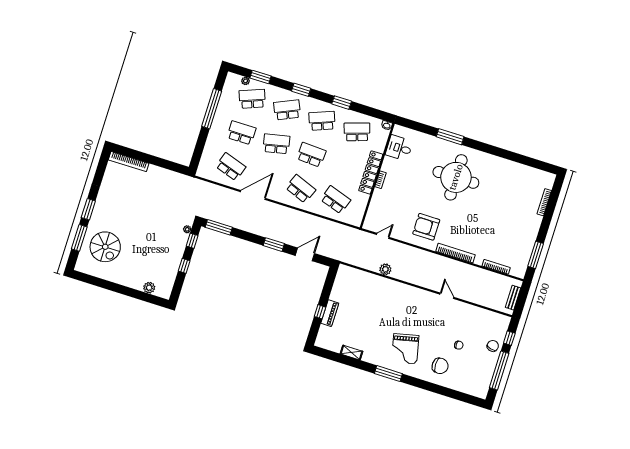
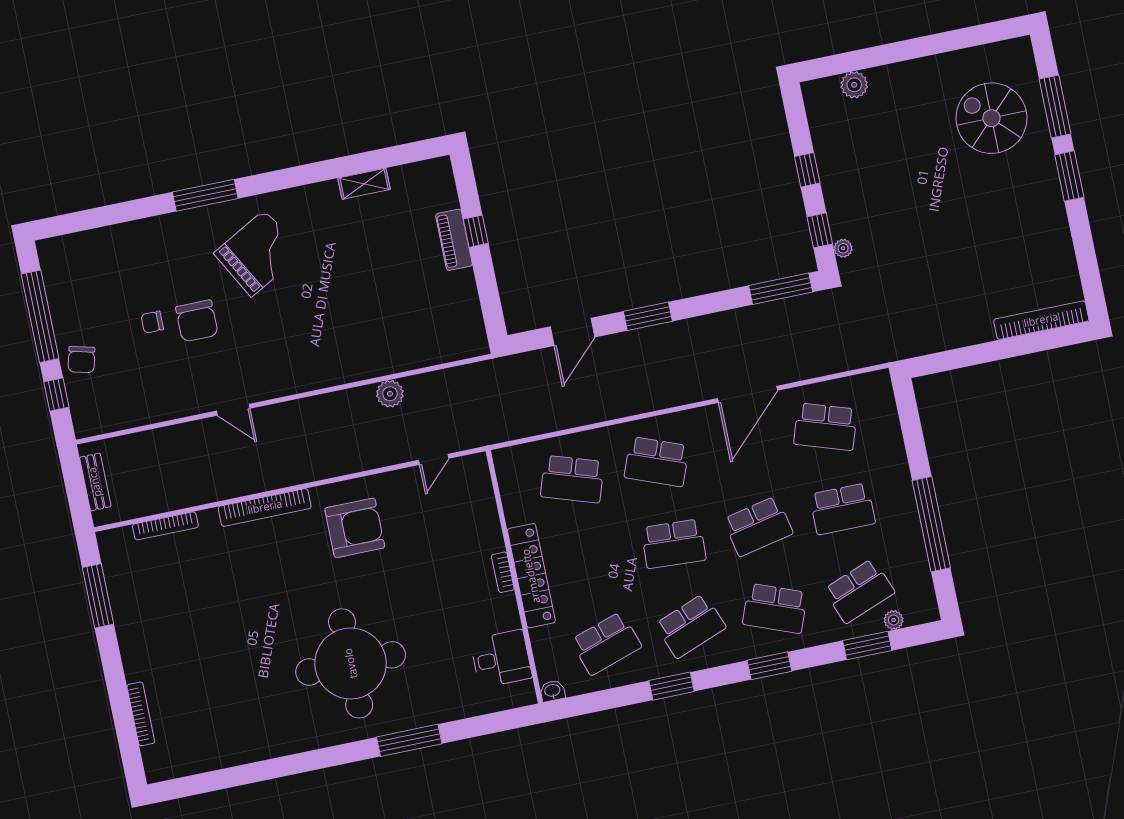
school desk: (287, 110) -> (775, 608), turned 45
grand piano: (405, 349) -> (258, 253), turned 74
chair: (440, 366) -> (197, 321), moved, turned -90
window: (388, 374) -> (205, 195), moved

